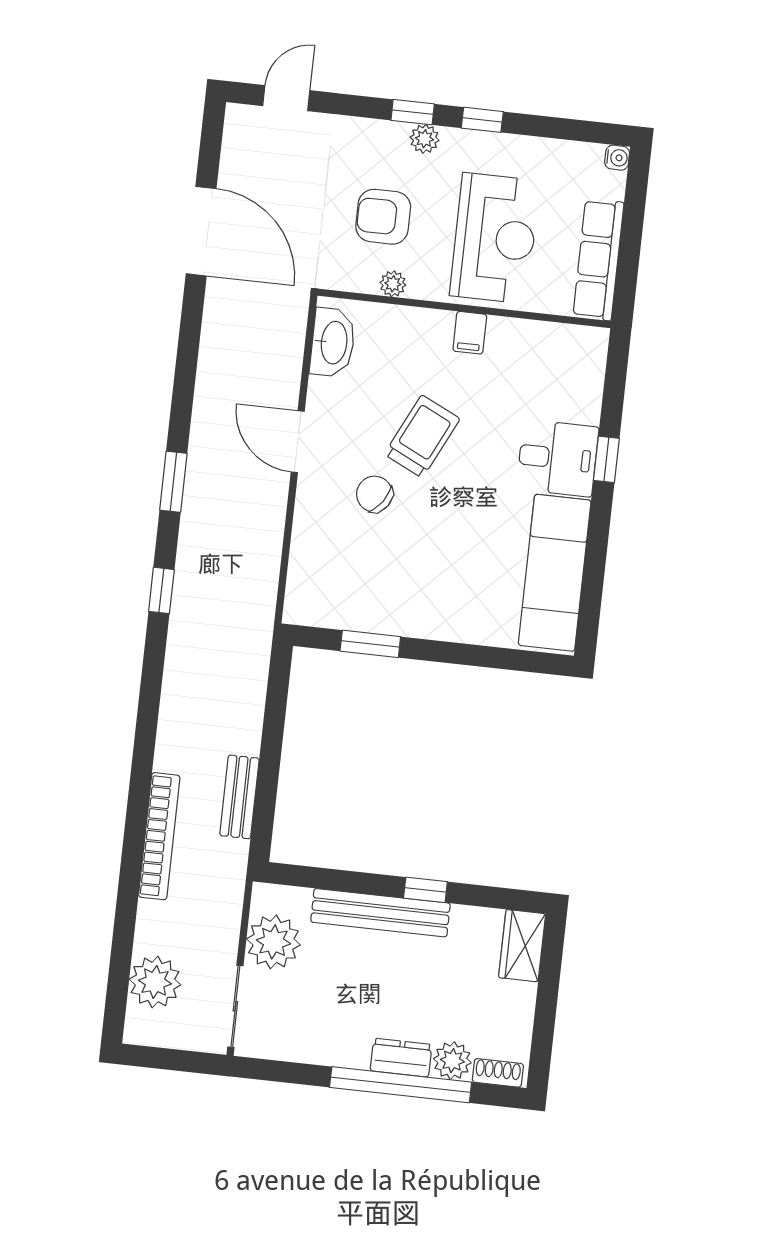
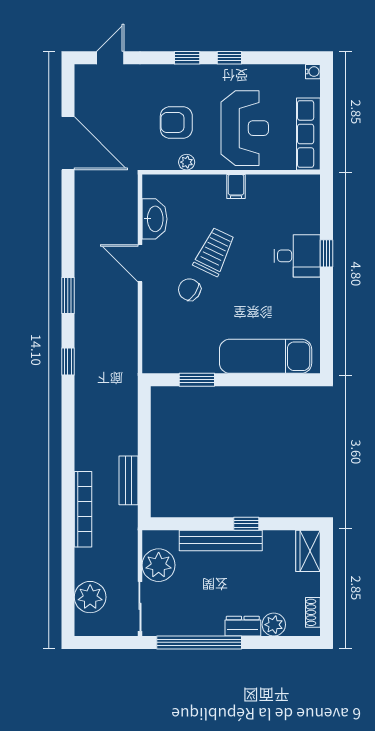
plant: (425, 139) -> (196, 73), removed
washbasin: (333, 342) -> (154, 219), moved
exam couch: (555, 573) -> (266, 356), moved, turned 90
shoe rack: (498, 1073) -> (313, 612), moved, turned -90
window: (401, 1085) -> (199, 642), moved

